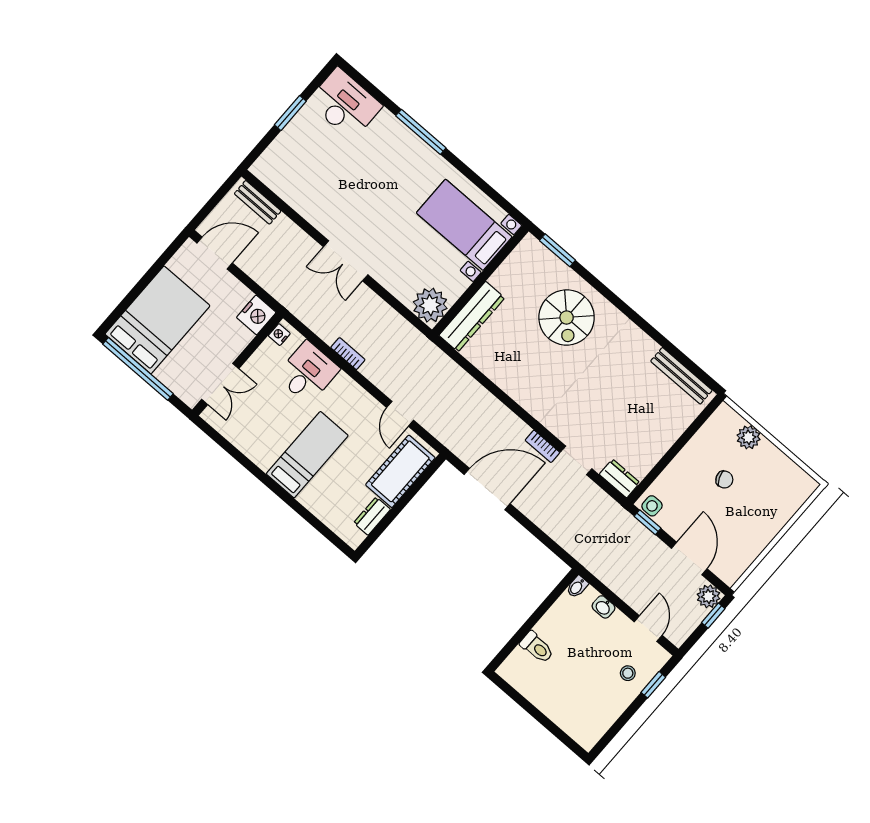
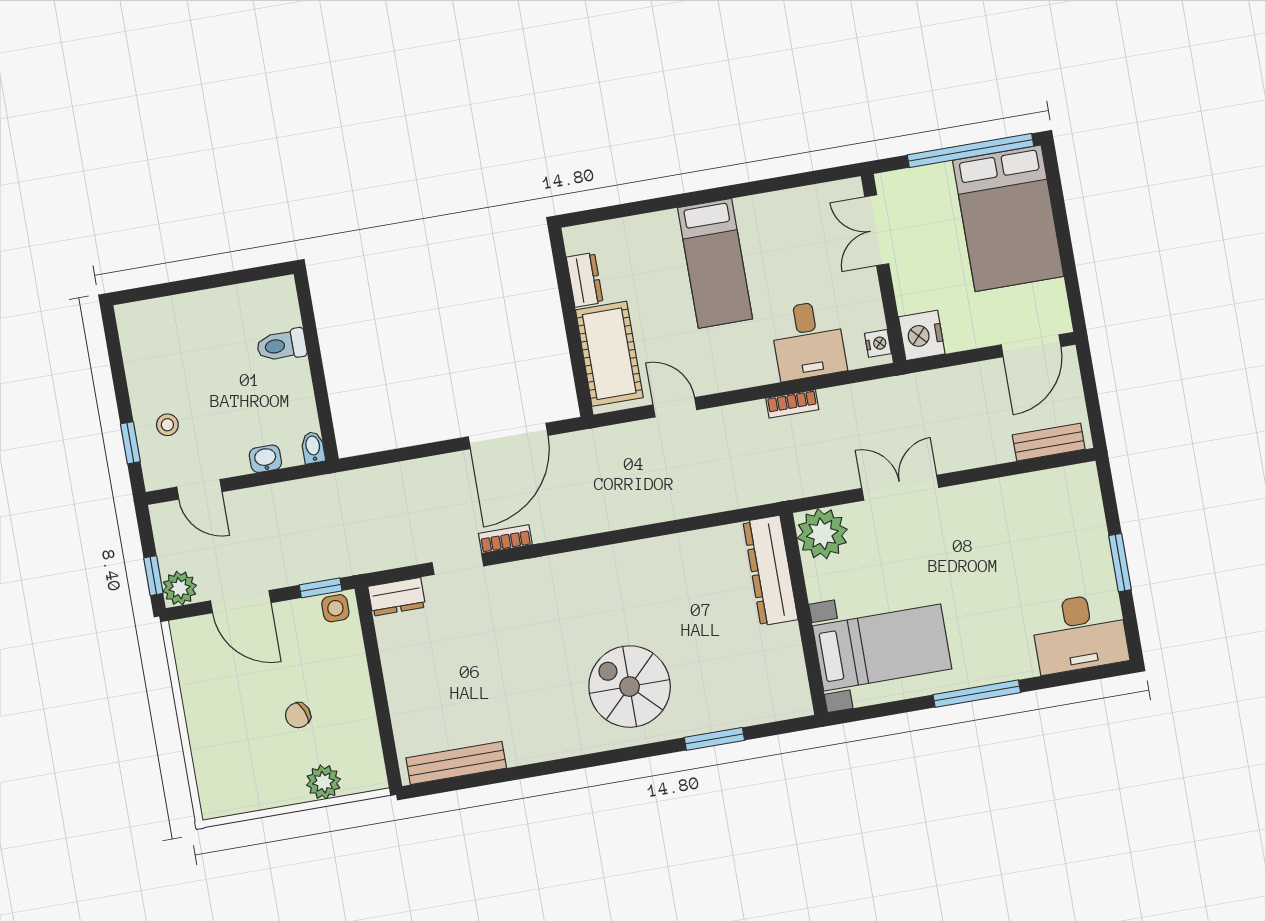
bed with nightstands: (464, 225) -> (882, 647), moved
wall: (480, 280) -> (804, 614), moved
plant: (430, 305) -> (822, 534), moved
dresser: (472, 317) -> (770, 571), moved

